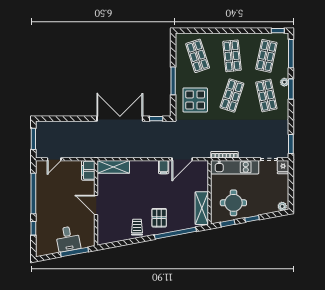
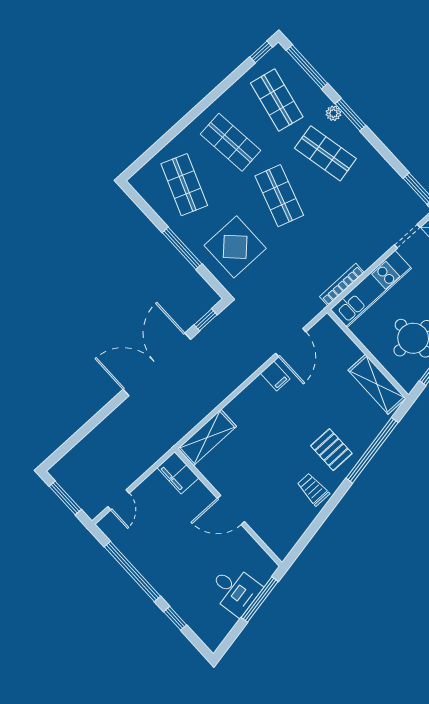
shop shelf: (198, 56) -> (184, 185), turned 39

